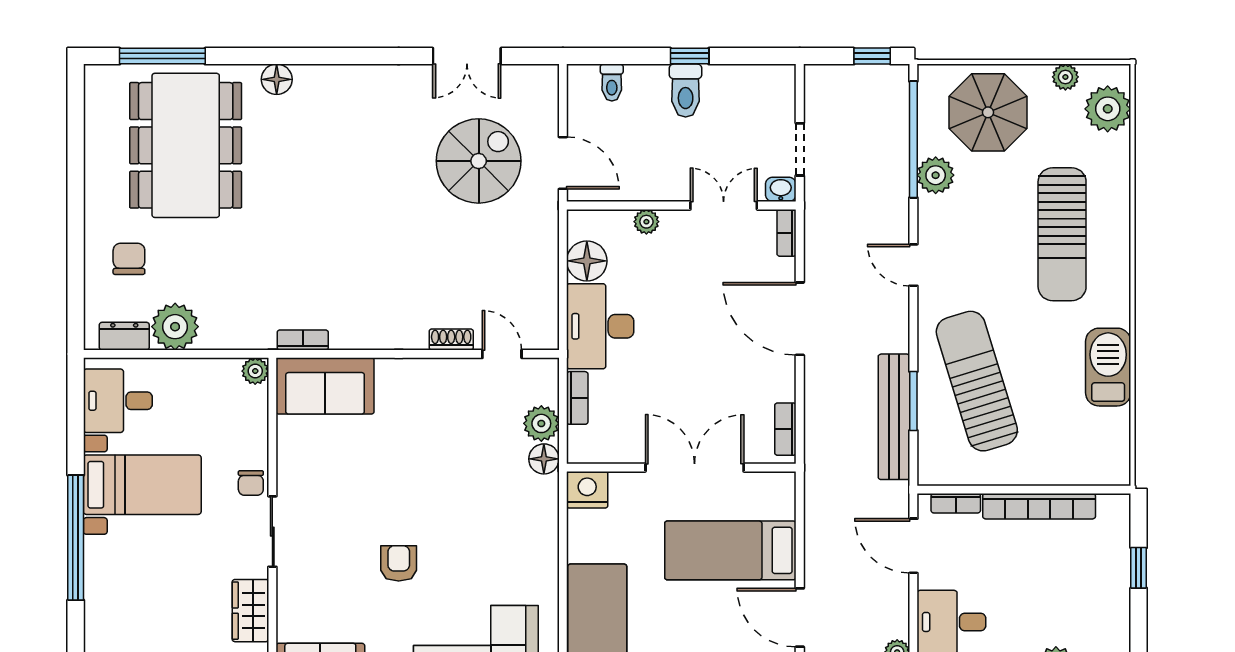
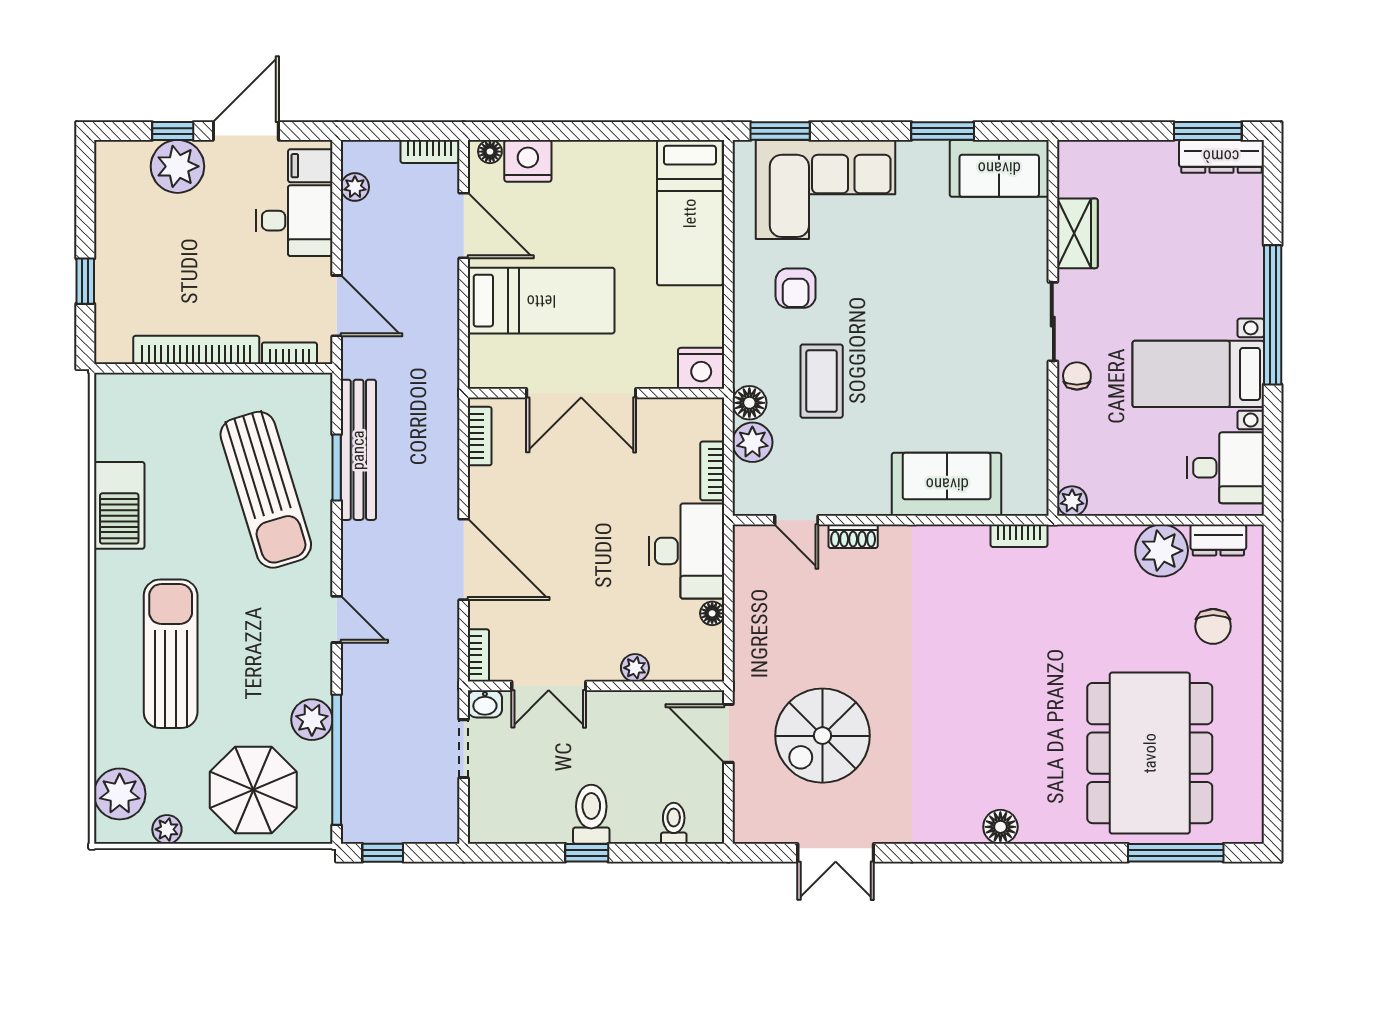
double door: (467, 56) -> (836, 853), swing flipped
floor lamp: (277, 79) -> (1000, 827), moved
floor lamp: (587, 261) -> (712, 613), width x0.53, depth x0.53
sofa: (325, 386) -> (947, 484), moved
coffee table: (479, 478) -> (822, 381), added
armchair: (399, 563) -> (796, 288), moved

